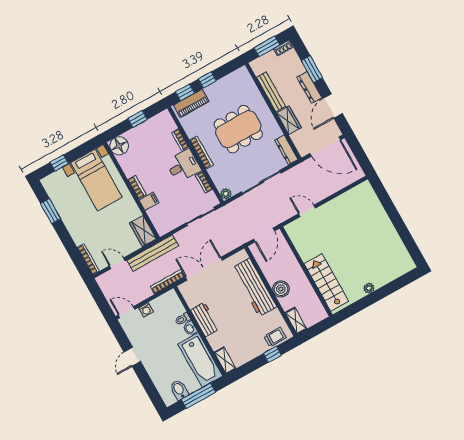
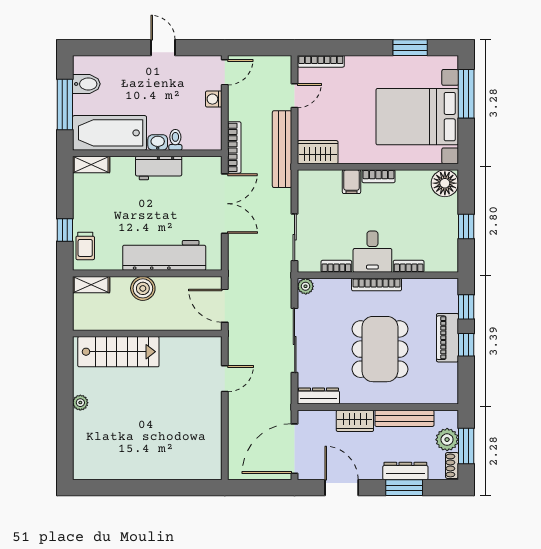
plant: (269, 60) -> (447, 440), added
dresser: (309, 87) -> (405, 471), moved
piano: (191, 103) -> (447, 338), moved
window: (59, 163) -> (466, 94), width x2.17
bed with nightstands: (96, 180) -> (417, 117), width x1.36

